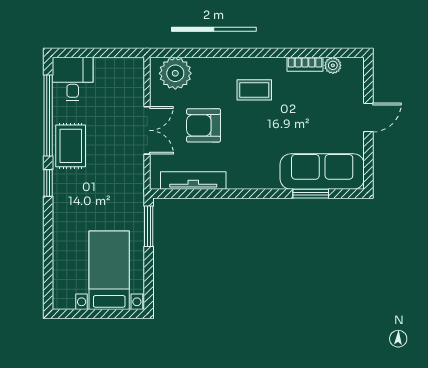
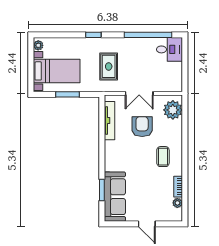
rug: (71, 146) -> (109, 66), moved, turned 90
window: (48, 183) -> (93, 35), moved
window: (149, 226) -> (68, 94), moved
plant: (66, 301) -> (38, 45), added

